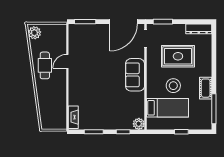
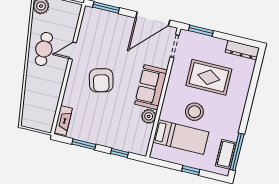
armchair: (95, 79) -> (101, 80), added
cot: (206, 88) -> (226, 154), moved
plant: (139, 124) -> (149, 116), moved

